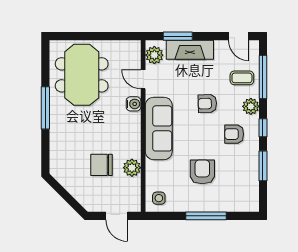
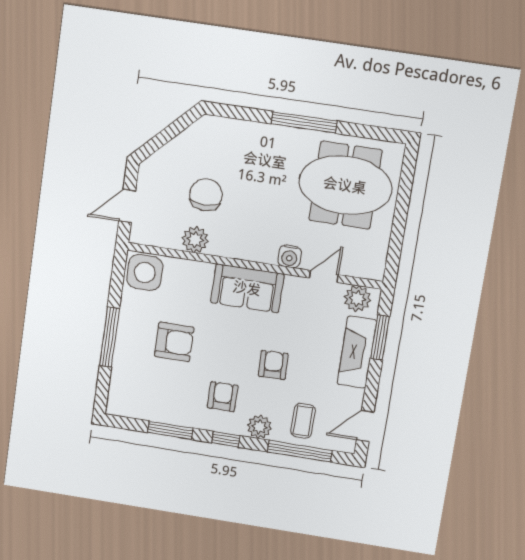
sofa: (159, 128) -> (247, 288), width x0.73
side table: (159, 198) -> (145, 272), width x1.87, depth x1.87

